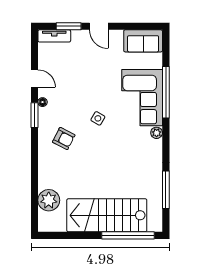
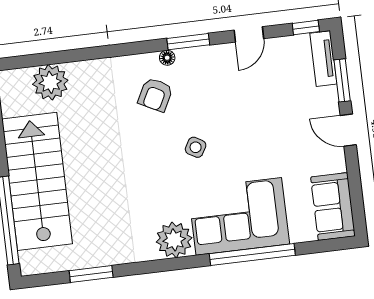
door: (99, 26) -> (348, 130), hinge flipped
window: (34, 44) -> (306, 27), added
floor lamp: (43, 102) -> (167, 58), moved
plant: (157, 133) -> (174, 240), width x1.87, depth x1.87
window: (166, 190) -> (91, 274), width x0.69

